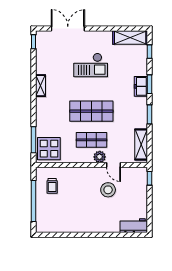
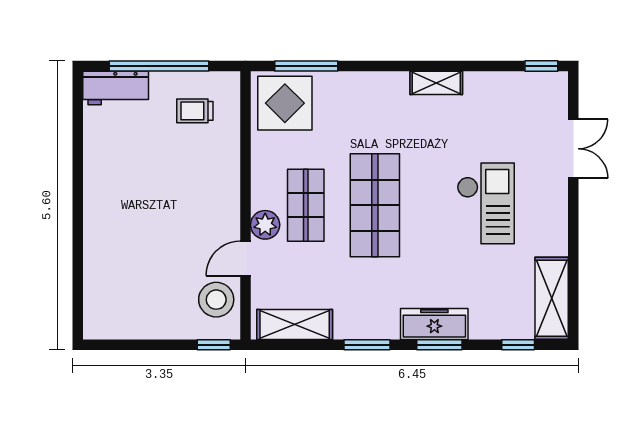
double door: (68, 29) -> (573, 149), width x0.73
checkout: (91, 65) -> (486, 203), turned 180
freezer: (141, 86) -> (434, 324), width x1.40
stool: (108, 190) -> (216, 300), moved
workbench: (134, 226) -> (116, 88), moved, turned 90

